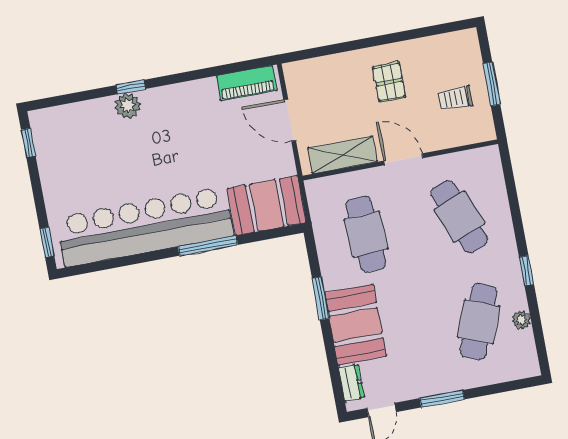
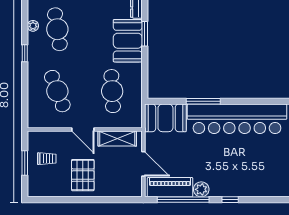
window: (211, 72) -> (183, 200), added
pallet: (389, 82) -> (83, 175), width x1.50, depth x1.42
piano: (247, 83) -> (170, 187), width x1.37, depth x1.33
plant: (128, 106) -> (201, 189), moved
window: (321, 298) -> (145, 34), moved
cafe table: (479, 322) -> (57, 29), turned -30

